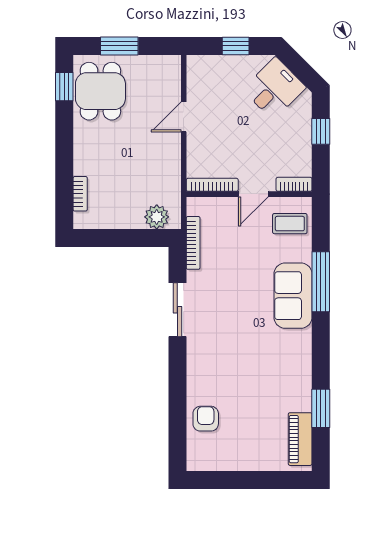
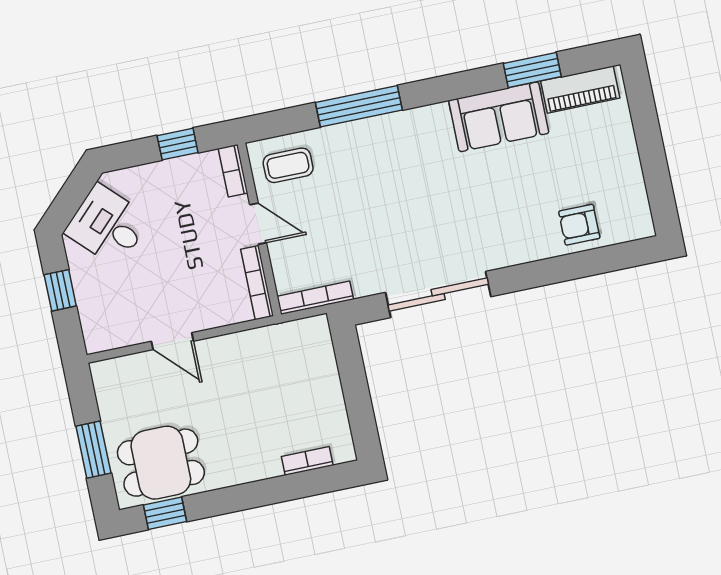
window: (321, 131) -> (178, 144), moved
plant: (157, 217) -> (317, 350), removed
coffee table: (290, 224) -> (288, 165), turned 90
bookcase: (193, 243) -> (315, 298), moved
sofa: (293, 296) -> (499, 117), moved
sliding door: (177, 310) -> (438, 295), width x1.37

